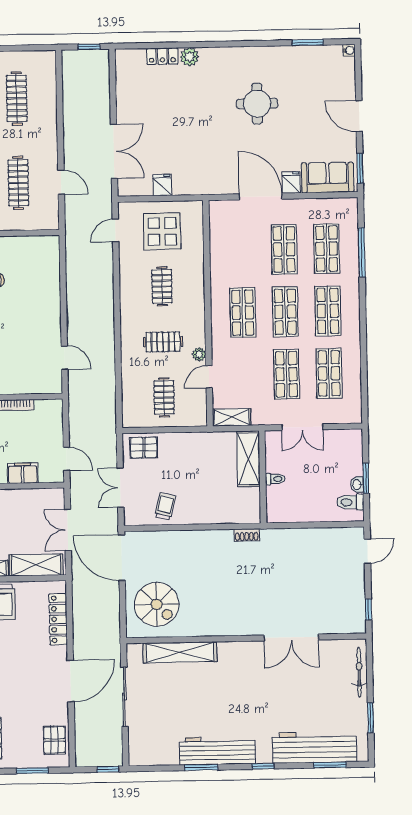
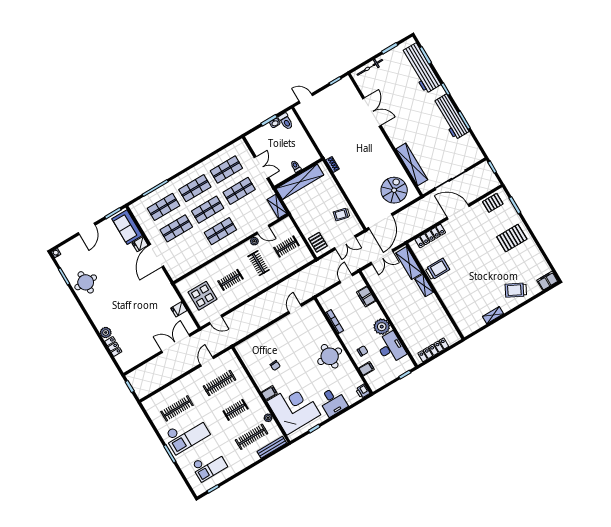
round table: (257, 104) -> (86, 282), moved
shelving: (248, 459) -> (300, 182), width x1.47

